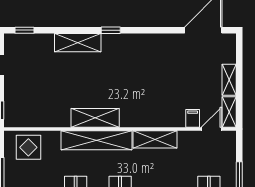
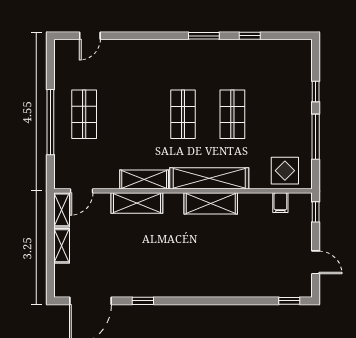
window: (111, 30) -> (143, 301), moved
shelving: (78, 43) -> (137, 203), moved
filing cabinet: (193, 118) -> (280, 203), moved

